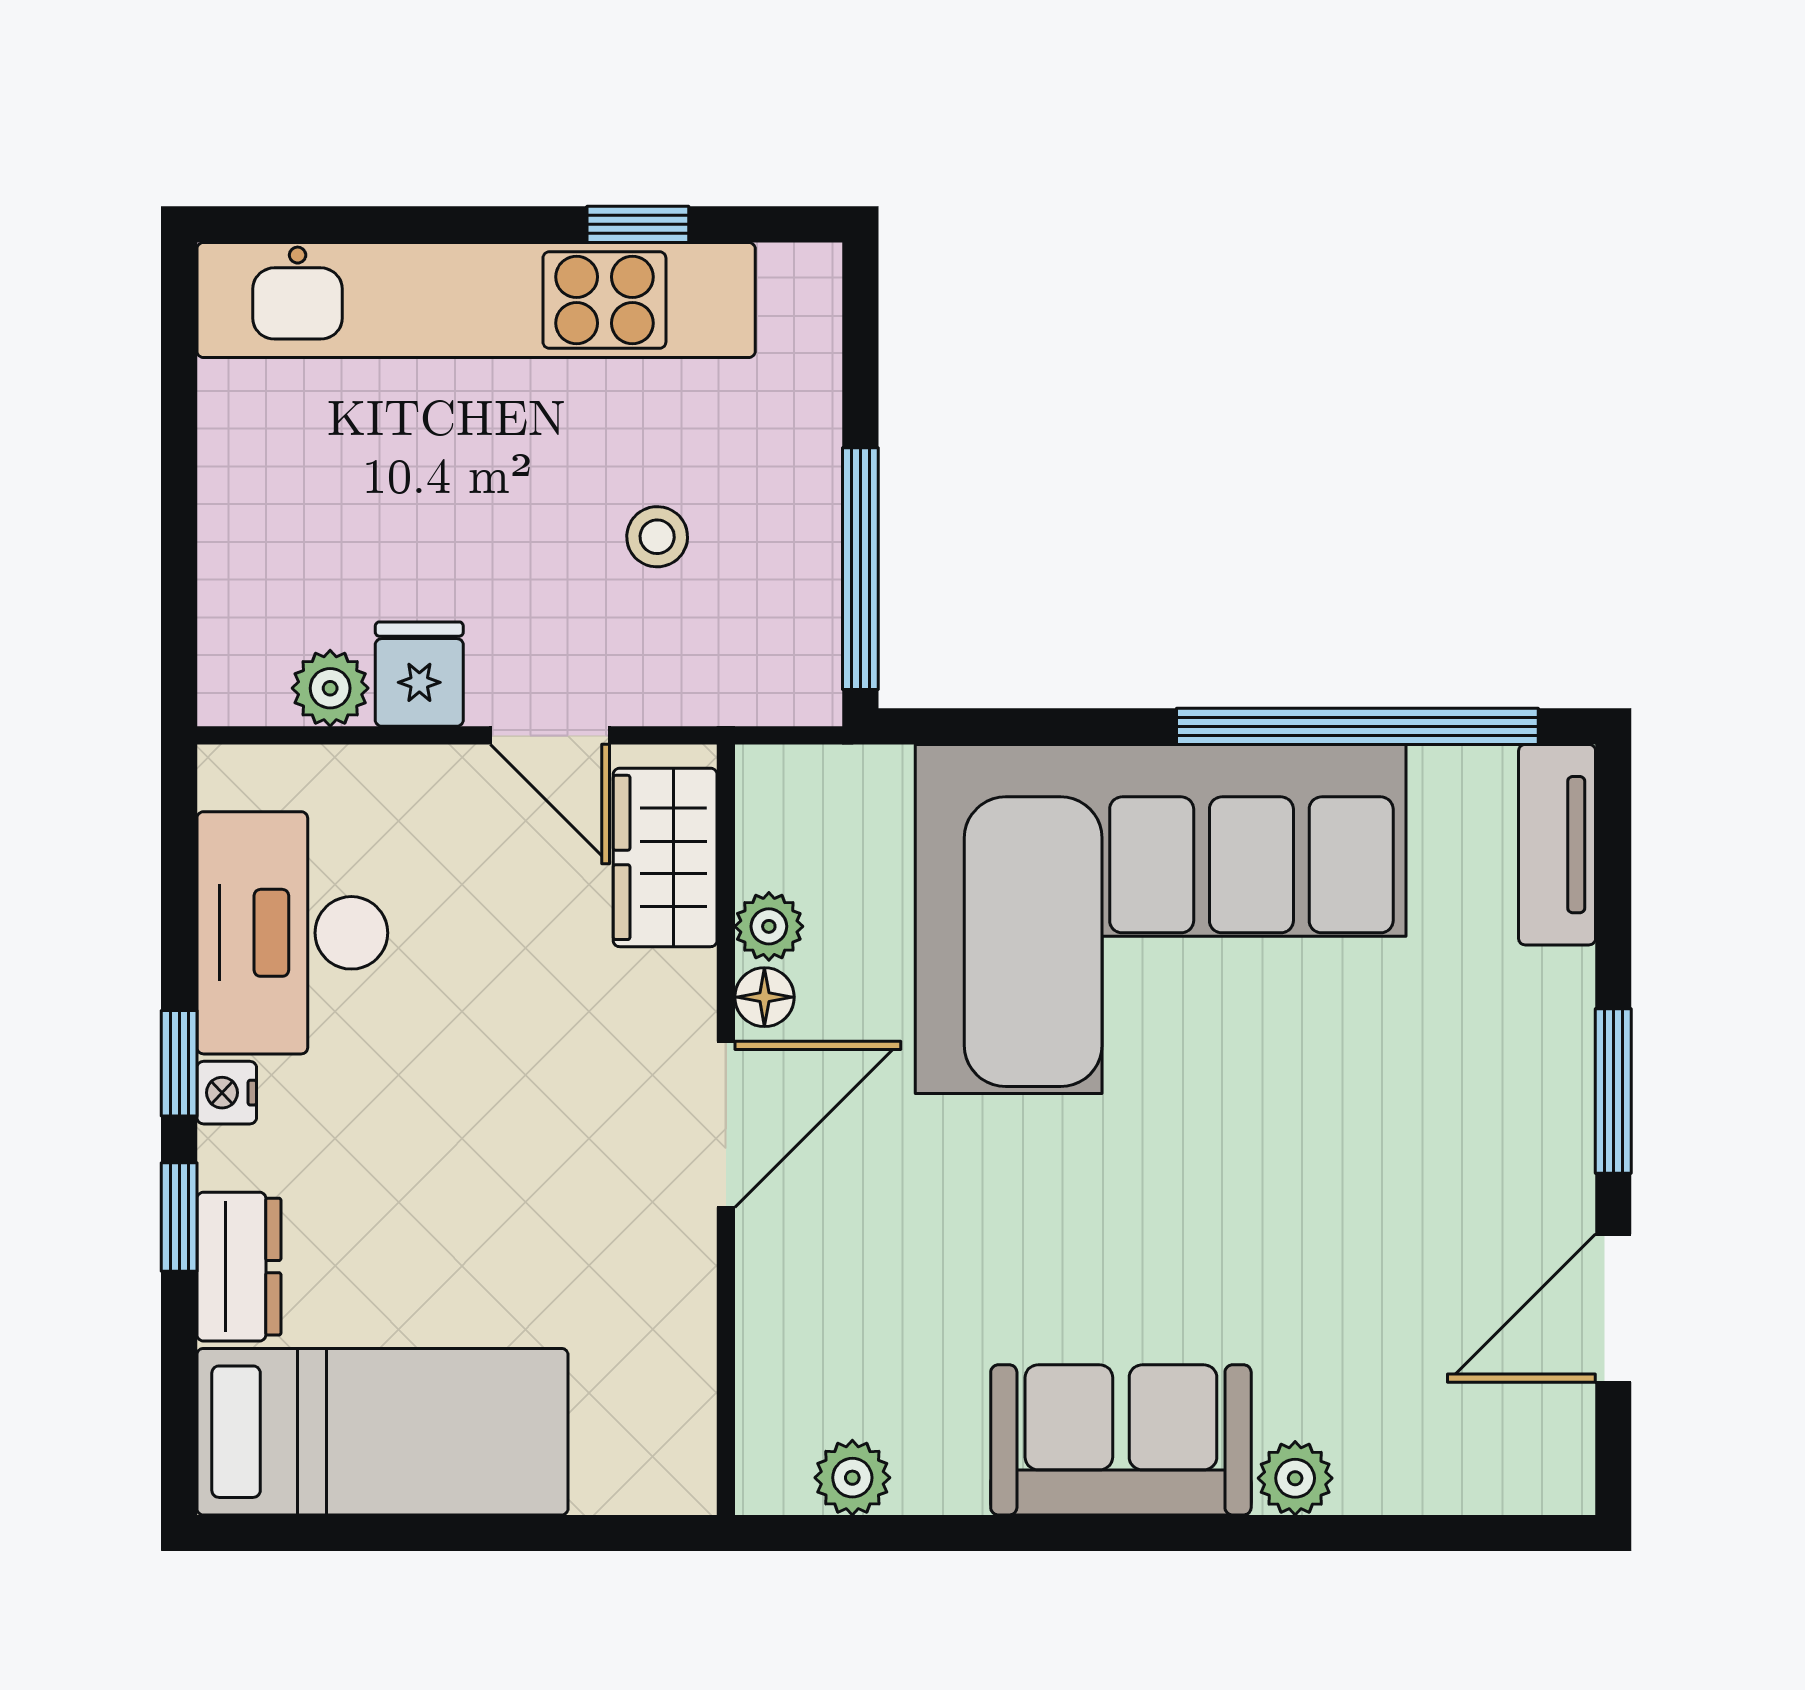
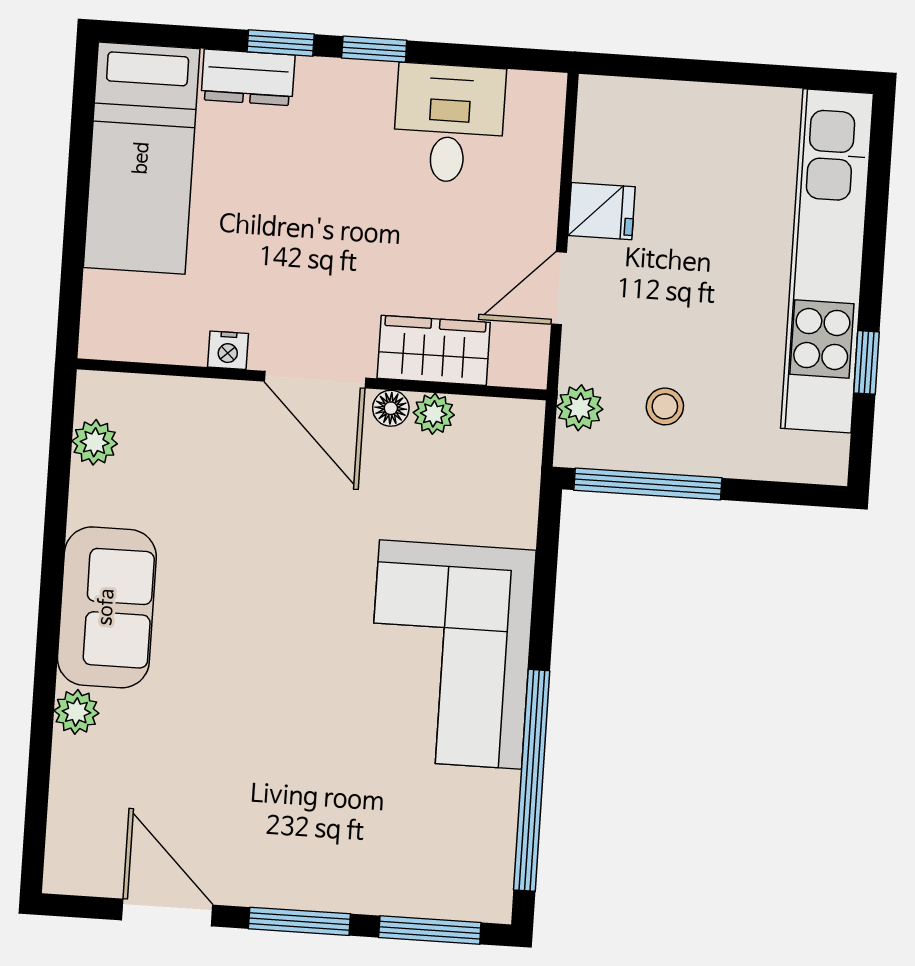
stool: (657, 537) -> (665, 406), moved
plant: (330, 688) -> (580, 408), moved
tv unit: (1557, 845) -> (452, 897), removed
wardrobe: (665, 857) -> (434, 350), moved
window: (1613, 877) -> (430, 930), added
corner sofa: (1161, 919) -> (450, 655), width x0.73, depth x0.74
desk: (292, 933) -> (449, 123), width x0.73
nightstand: (227, 1093) -> (228, 350), moved, turned 180

